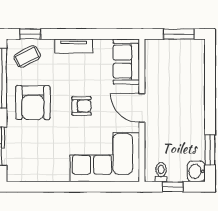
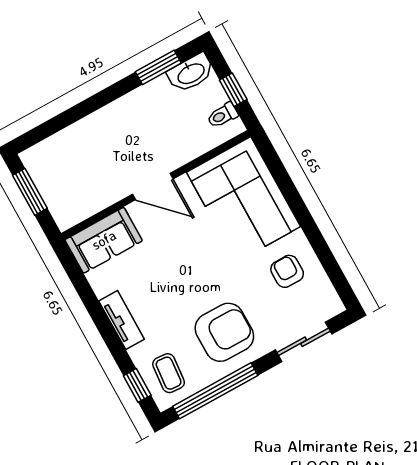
coffee table: (27, 57) -> (169, 373), turned 33
armchair: (81, 106) -> (287, 271), moved
door: (142, 108) -> (153, 187), hinge flipped
washbasin: (196, 171) -> (191, 73), width x1.38

